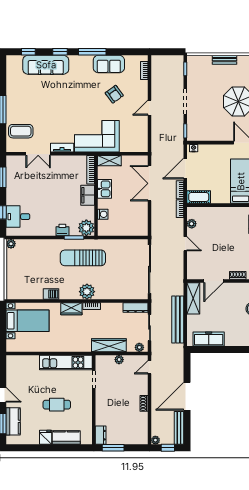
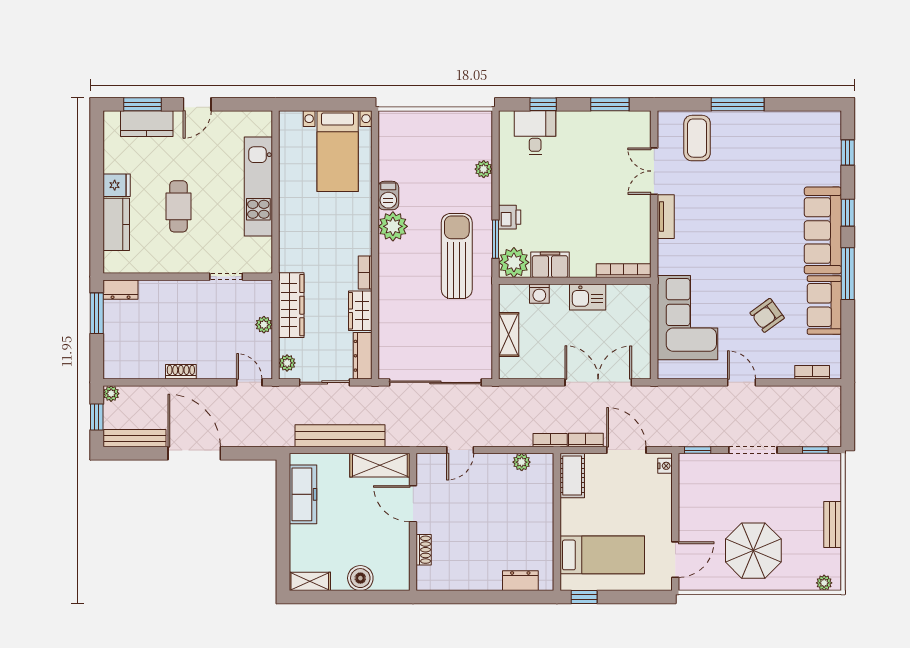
sofa: (46, 65) -> (823, 230), moved
corner sofa: (97, 136) -> (687, 318), moved
shelving: (109, 161) -> (509, 335), moved
filing cabinet: (88, 195) -> (550, 265), moved
plant: (11, 244) -> (484, 169), moved
door: (185, 244) -> (460, 450), moved
plant: (87, 292) -> (393, 226), moved
wardrobe: (71, 309) -> (360, 311), moved
kitchen unit: (66, 363) -> (258, 186), moved

